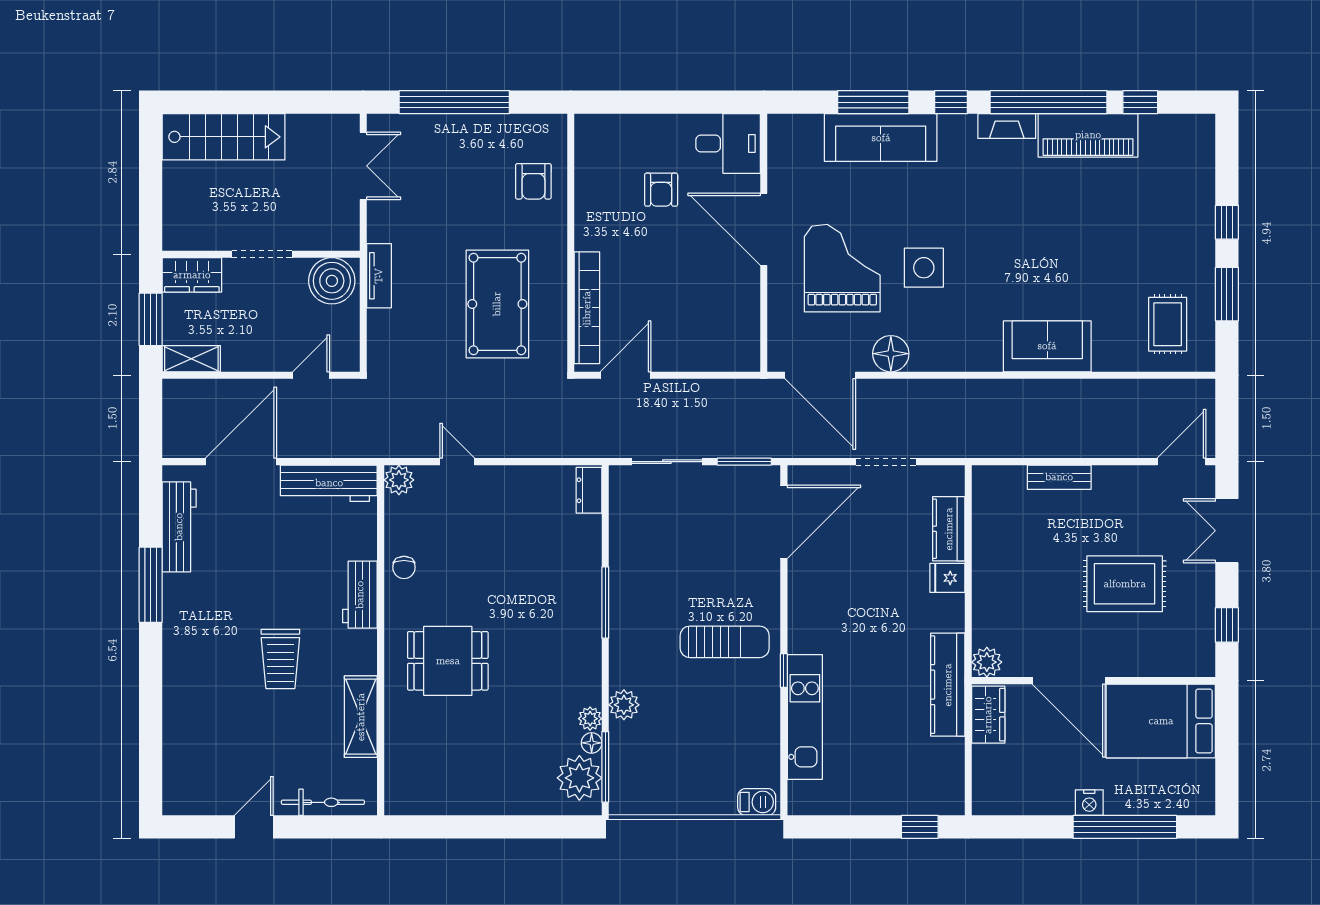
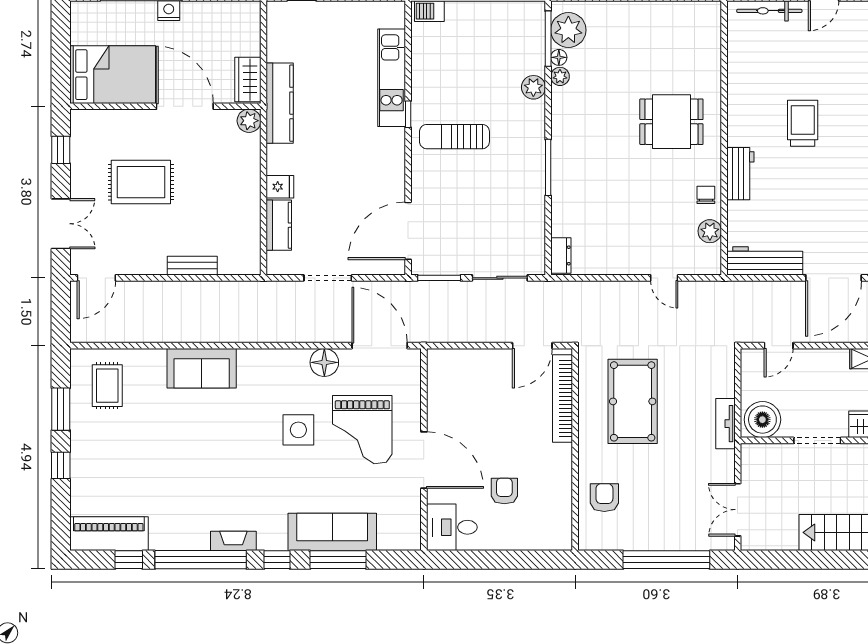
piano: (1088, 135) -> (109, 534), moved
plant: (399, 480) -> (710, 231), moved
shelving: (361, 717) -> (740, 78), removed

